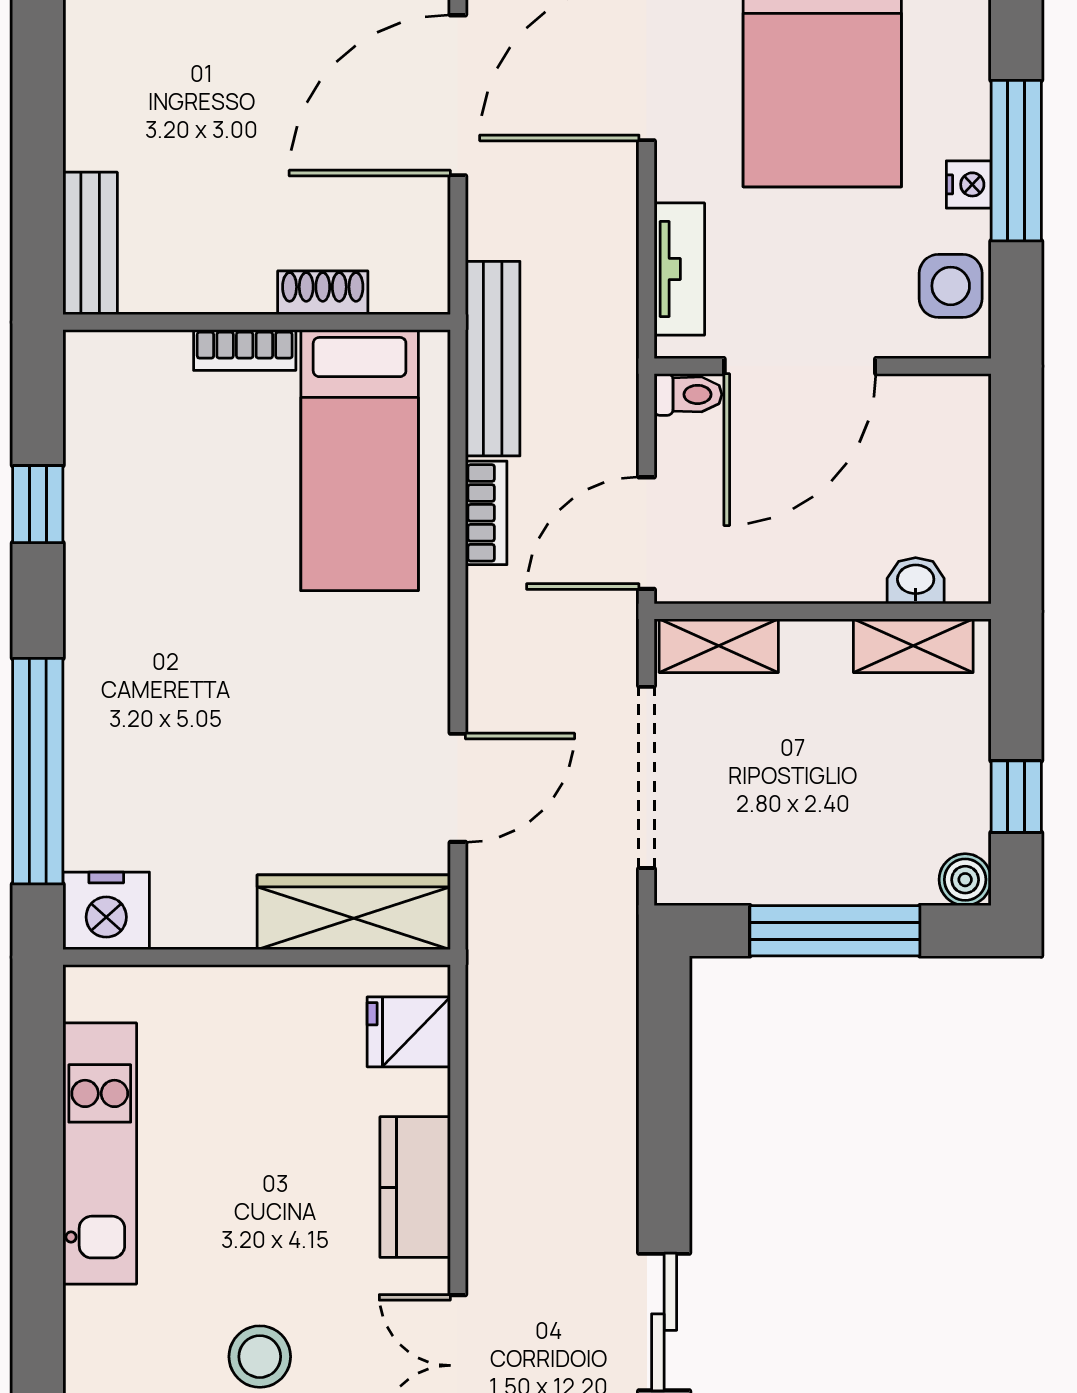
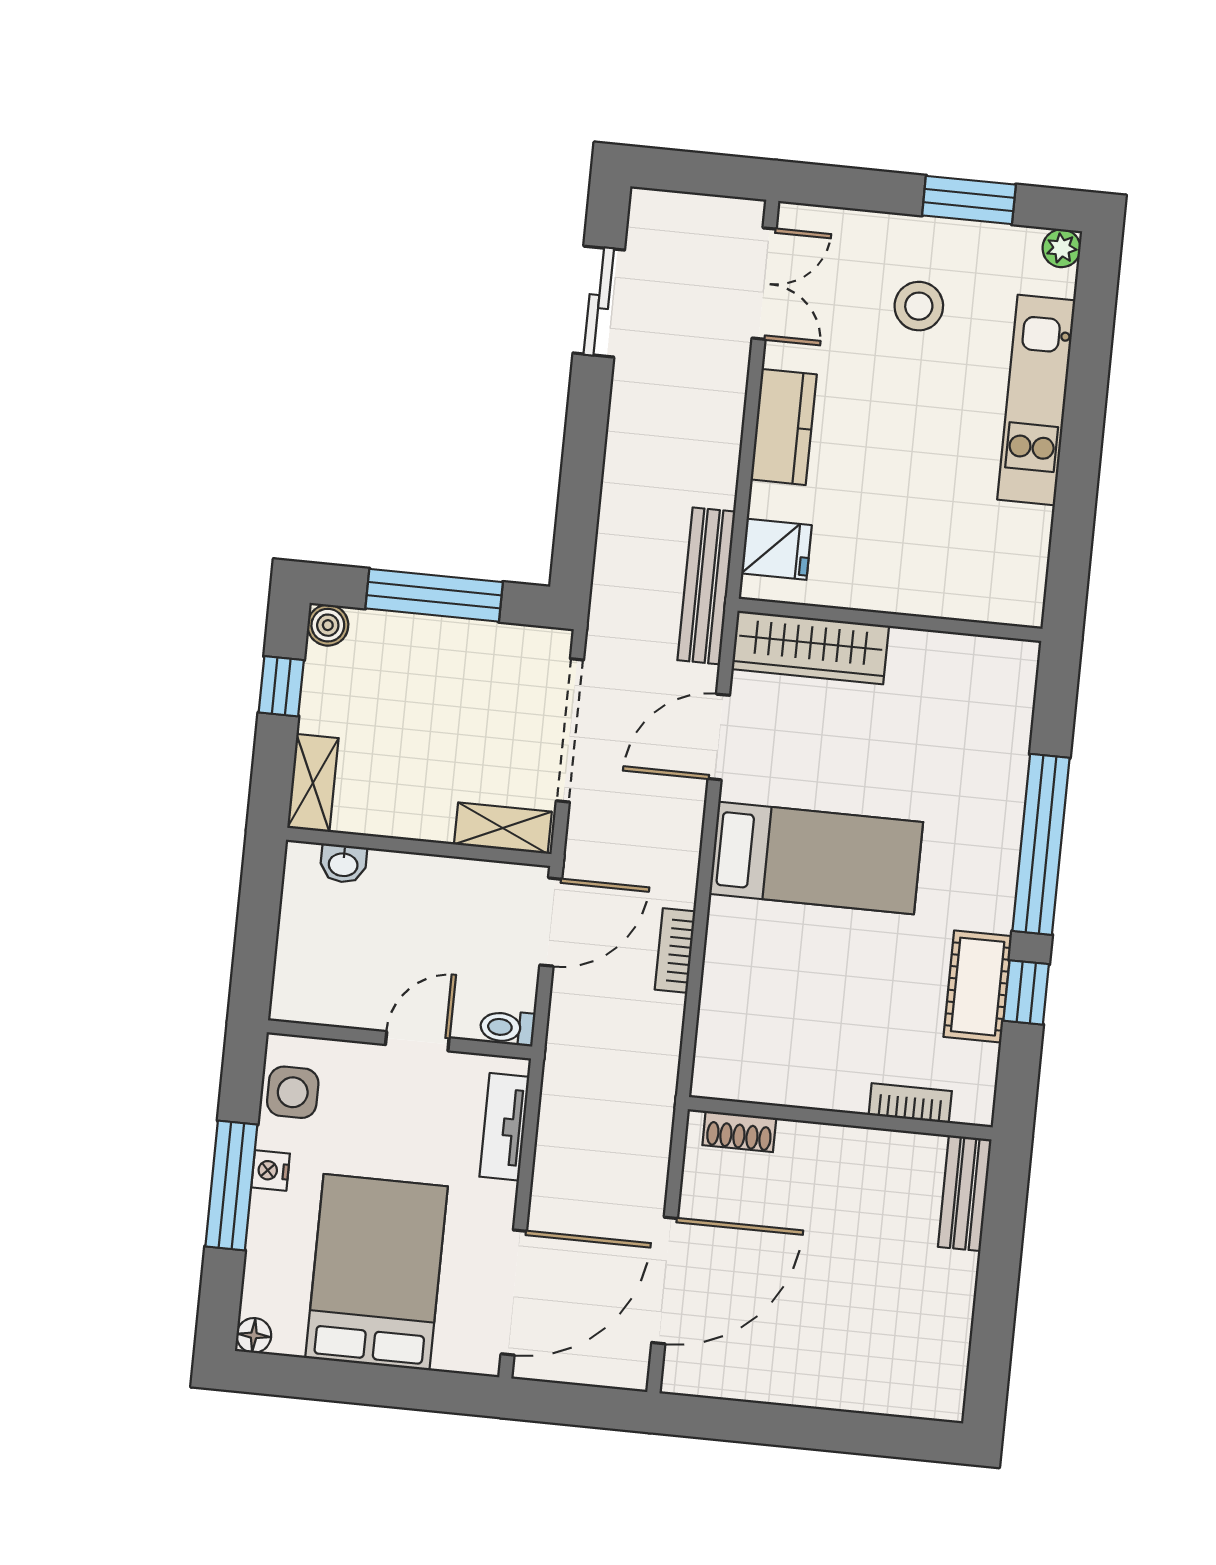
shoe rack: (323, 293) -> (739, 1132), moved
bookcase: (245, 350) -> (910, 1103), moved
bench: (493, 359) -> (706, 586), moved
door: (800, 366) -> (417, 1041), width x0.53
bed: (360, 460) -> (816, 858), moved, turned 90
cot: (100, 505) -> (978, 987), added
shelving: (913, 646) -> (313, 783), moved, turned 90
window: (38, 771) -> (1041, 844), moved
nightstand: (106, 911) -> (1004, 668), removed
kitchen unit: (100, 1153) -> (1036, 400), moved

